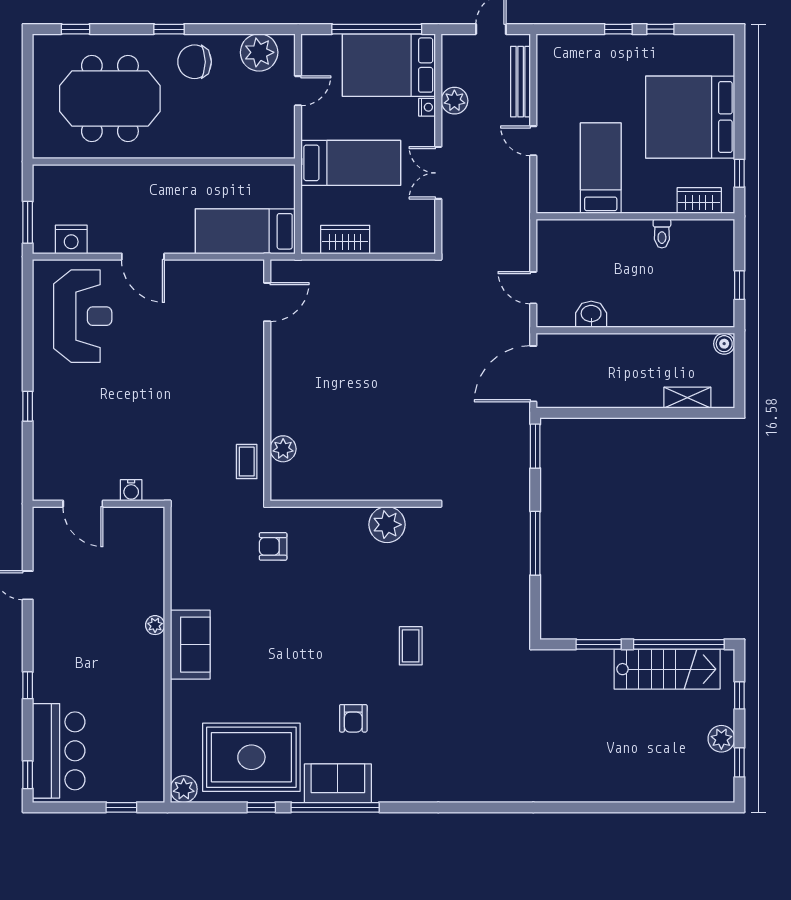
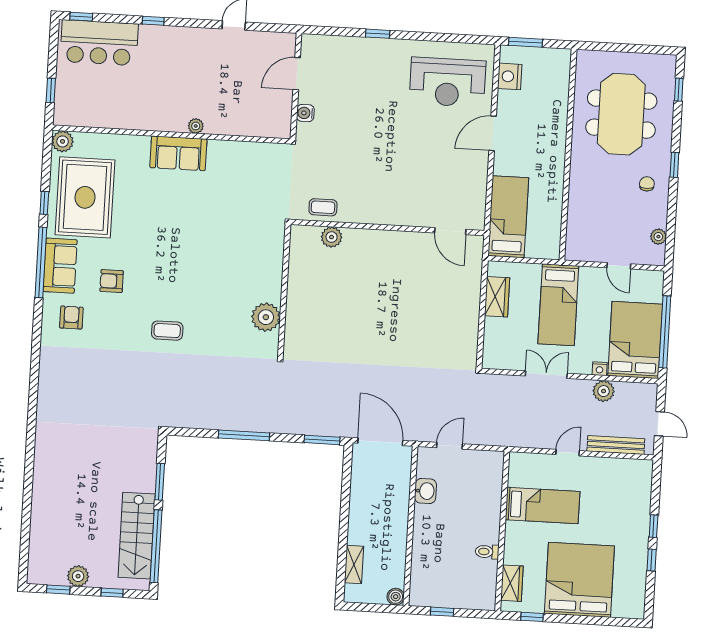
plant: (259, 52) -> (658, 237), width x0.53, depth x0.53
chair: (195, 62) -> (647, 184), width x0.54, depth x0.54
armchair: (273, 546) -> (71, 318), moved

